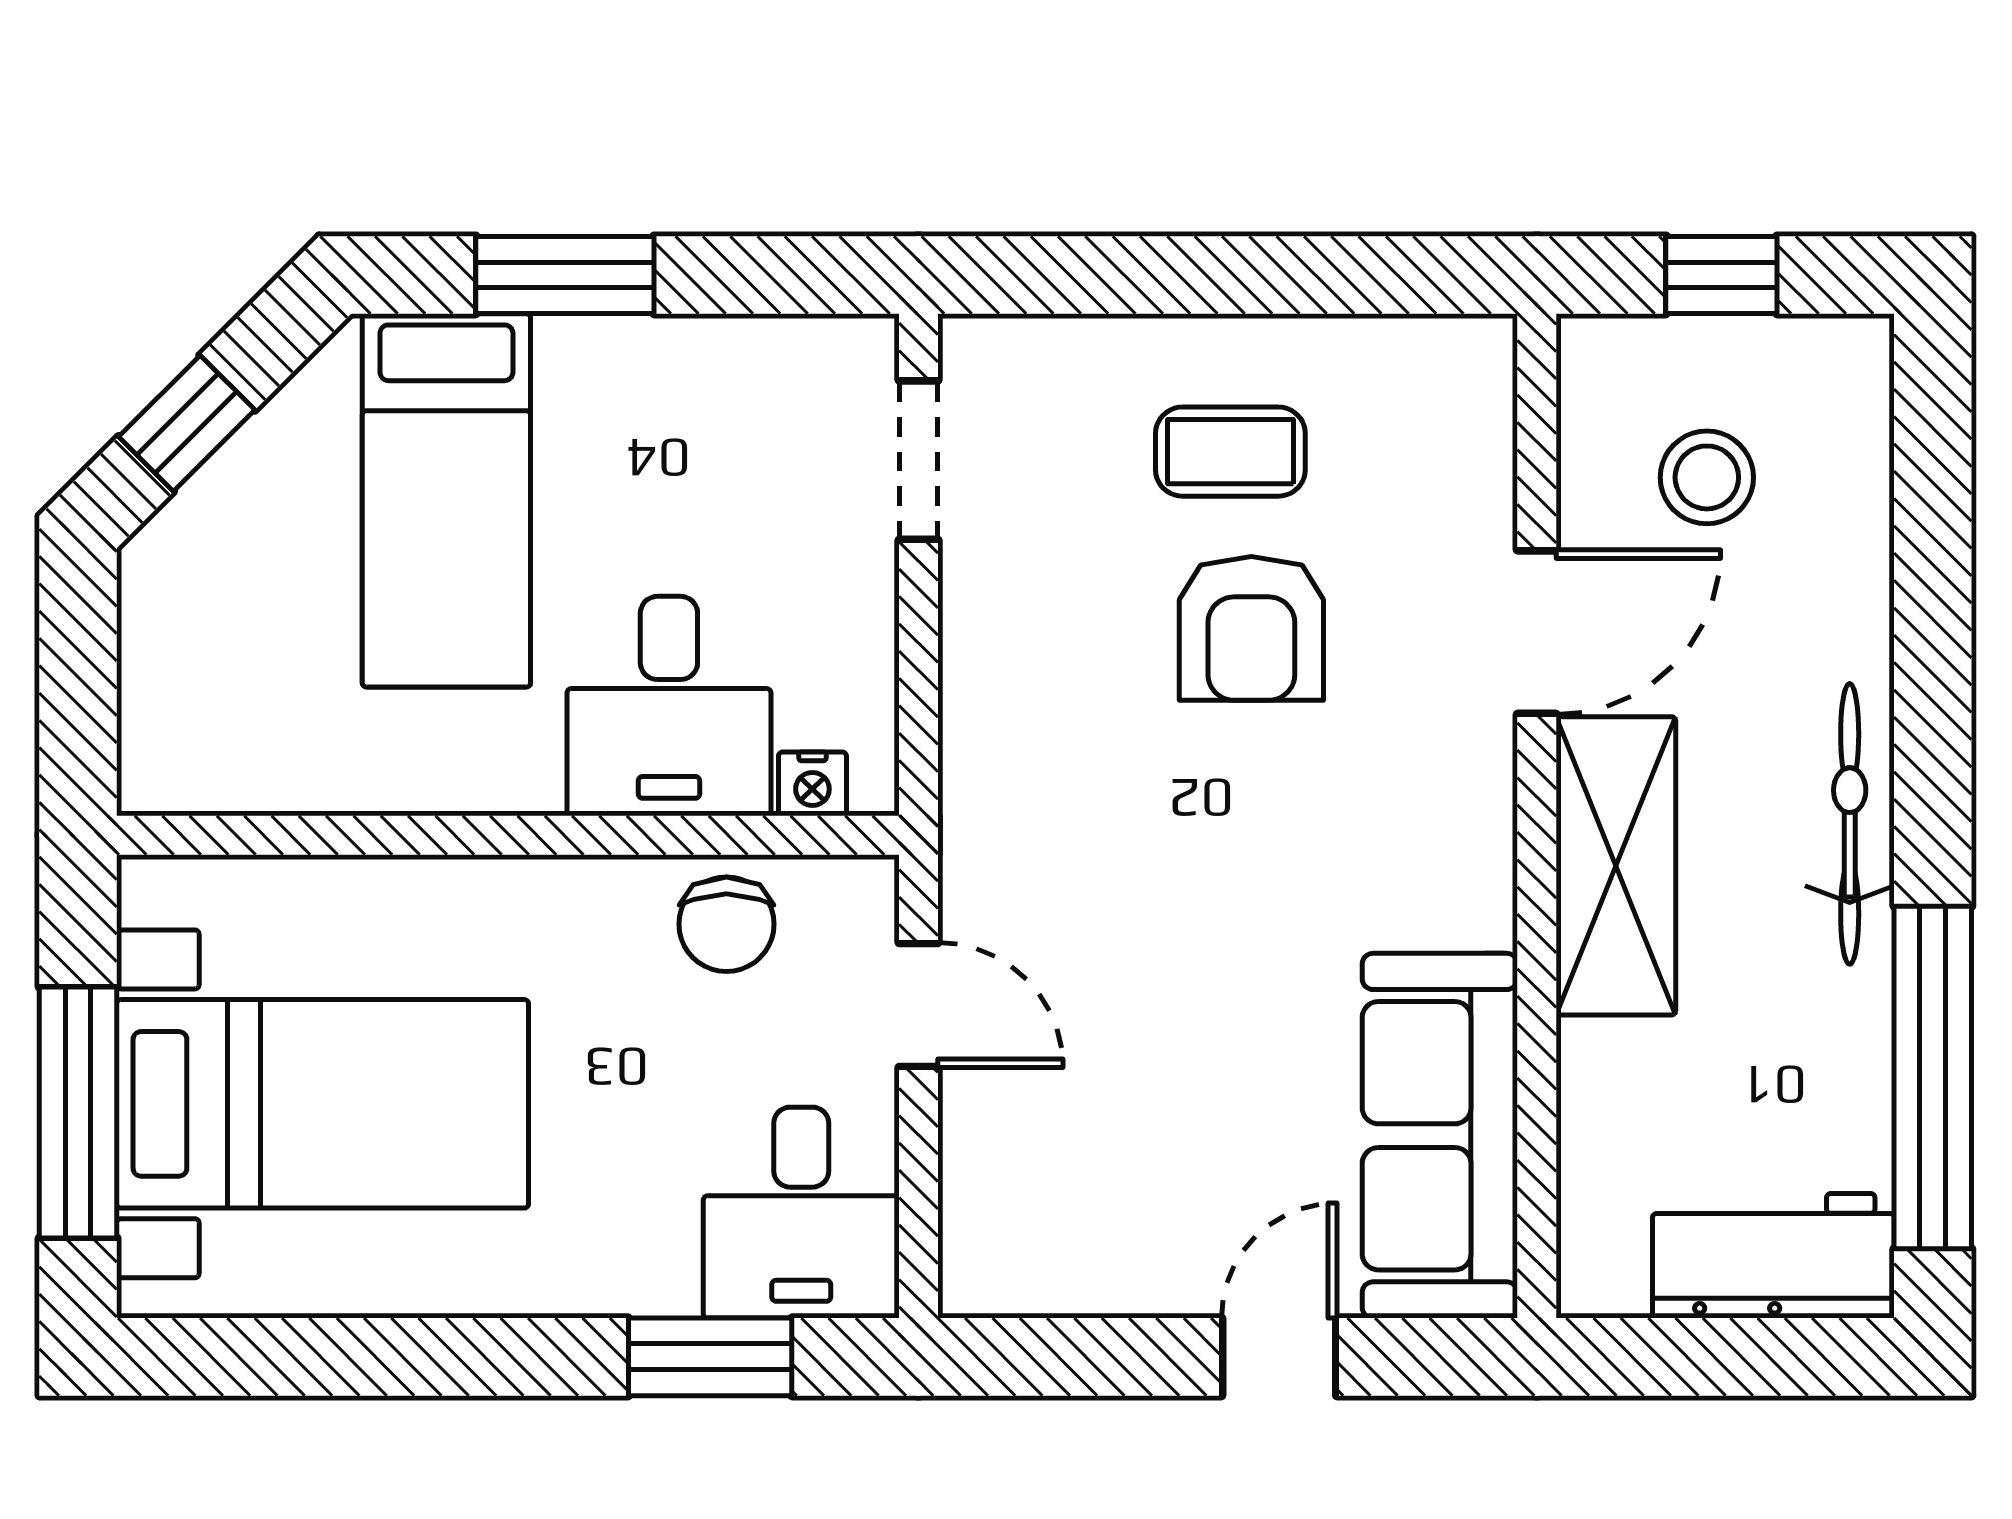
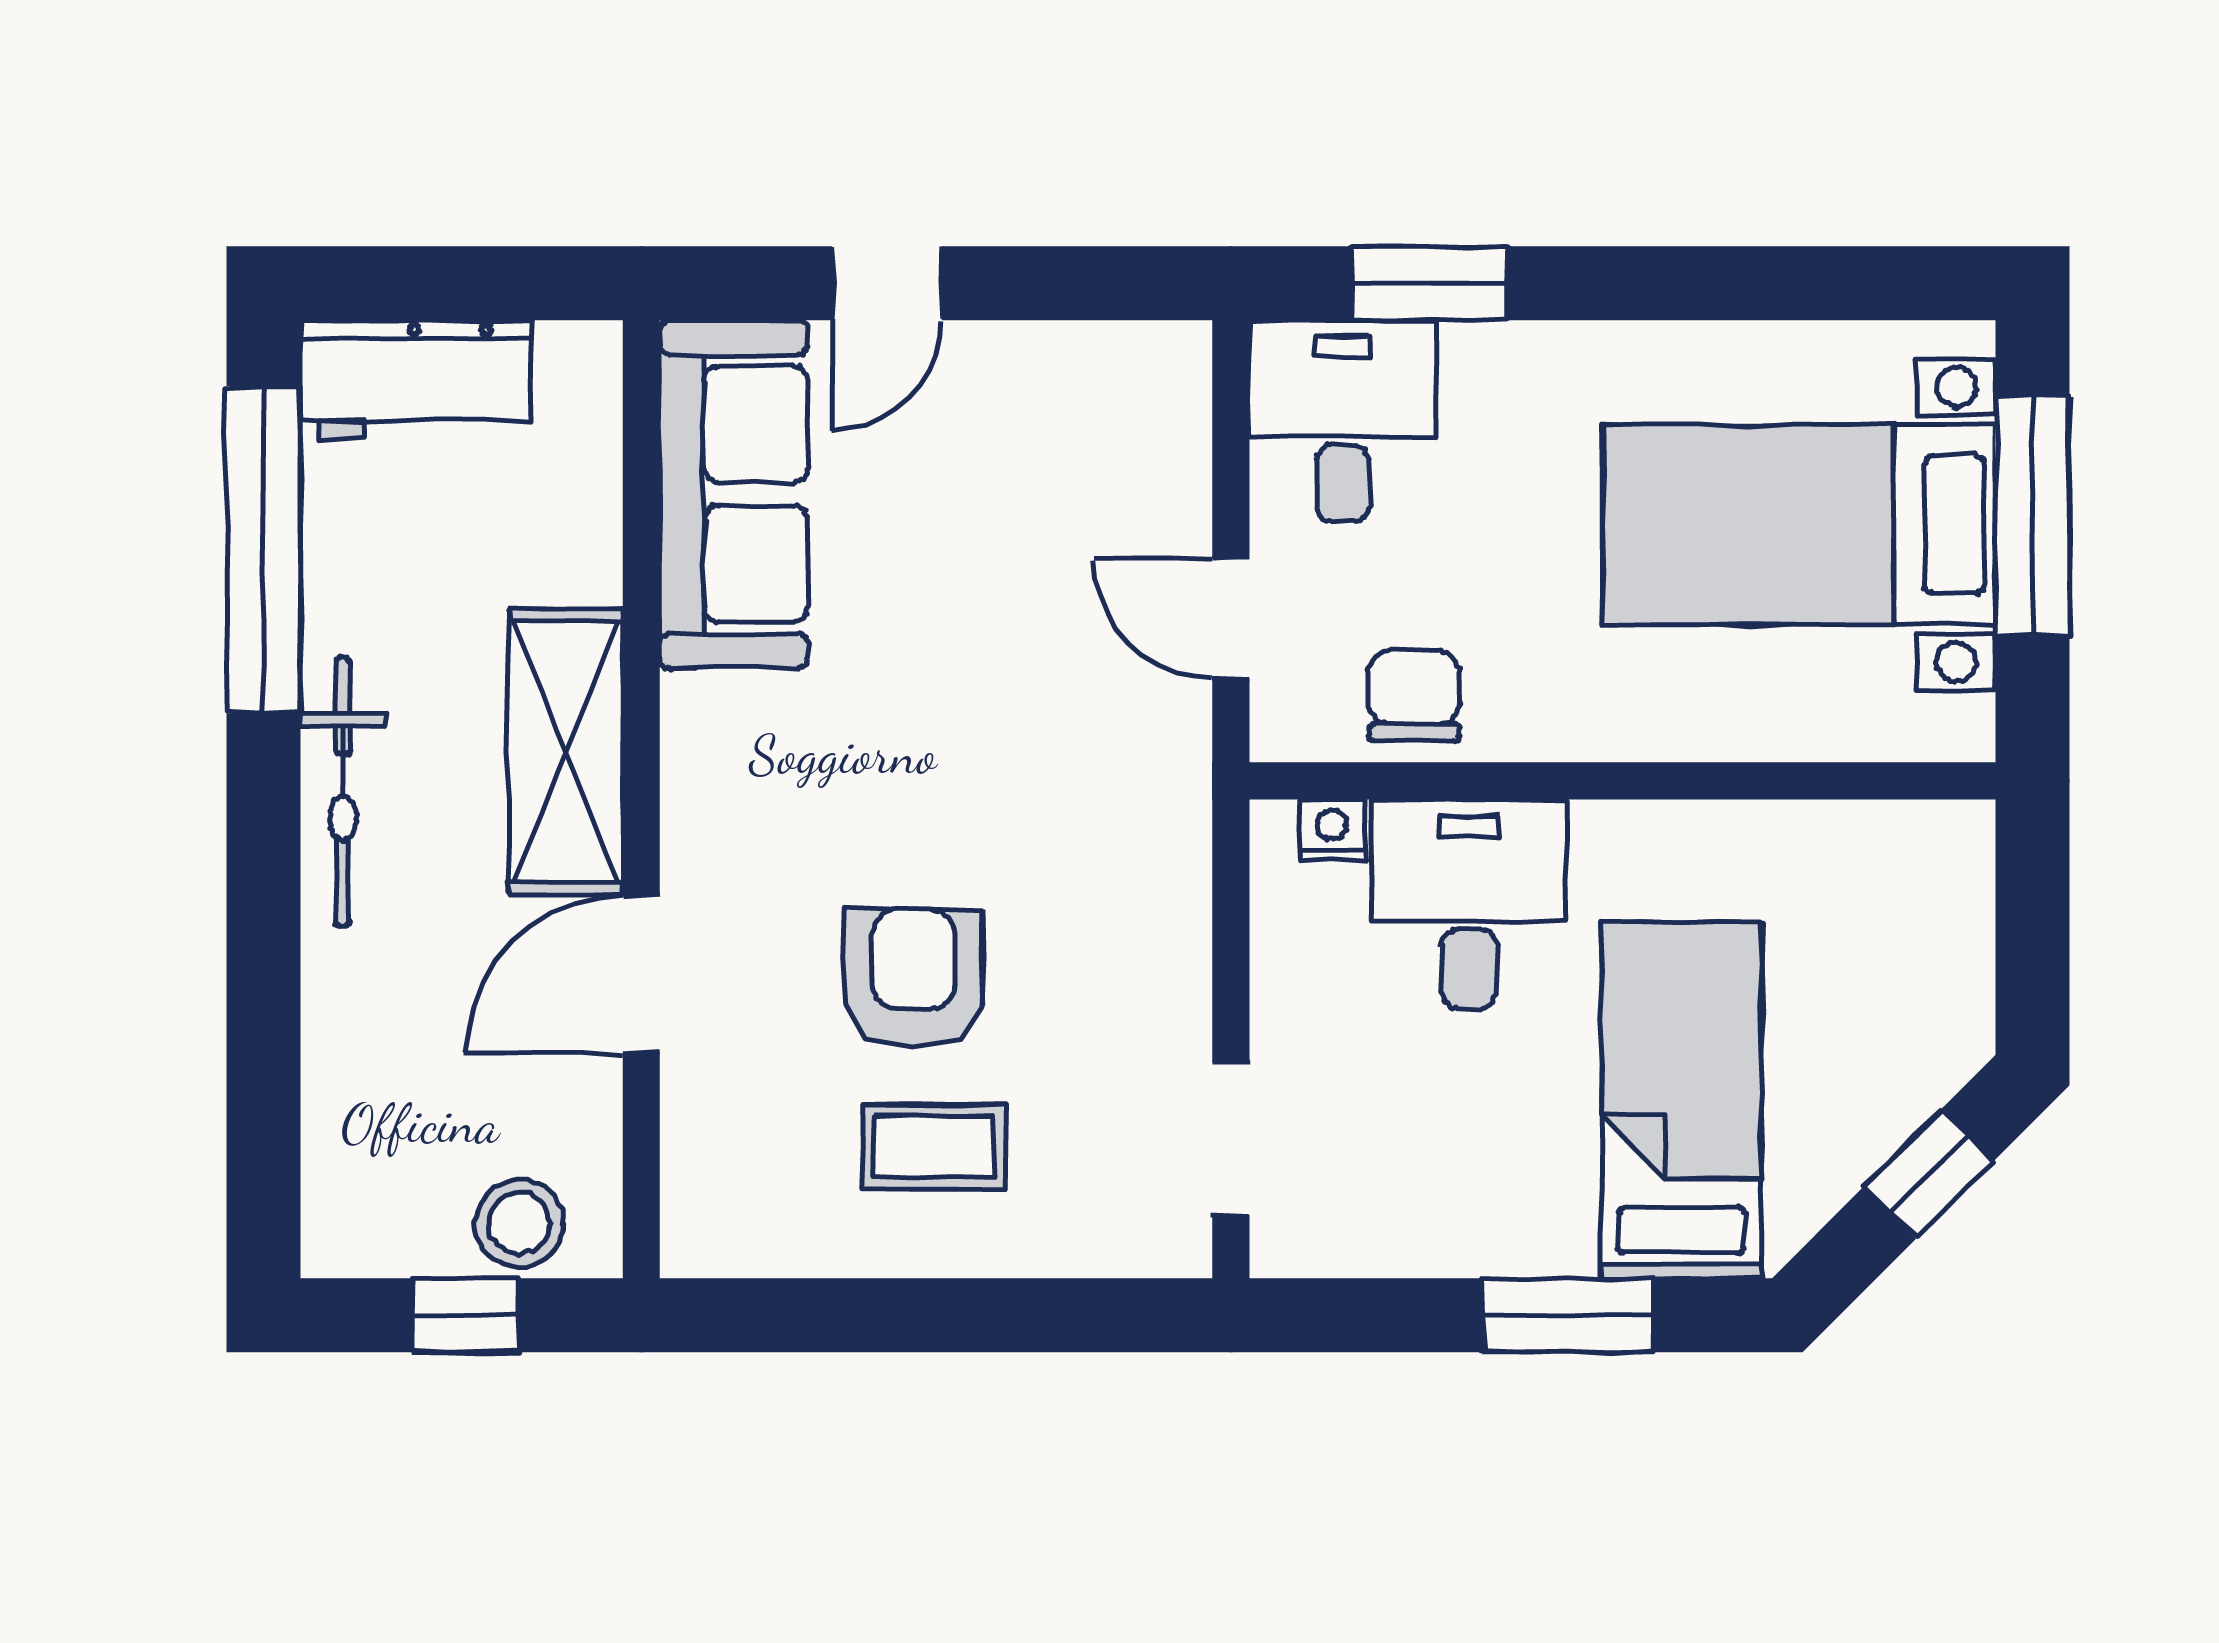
stool: (1707, 477) -> (519, 1223), moved

